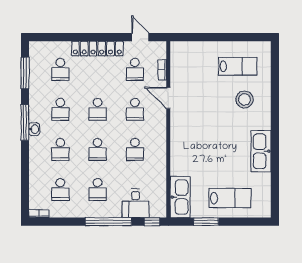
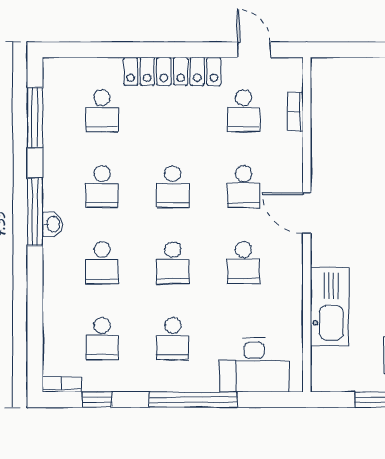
door: (168, 98) -> (307, 213), moved
kitchen sink: (180, 197) -> (329, 307), moved
desk: (136, 203) -> (254, 365), width x1.37
window: (152, 222) -> (97, 400), moved

